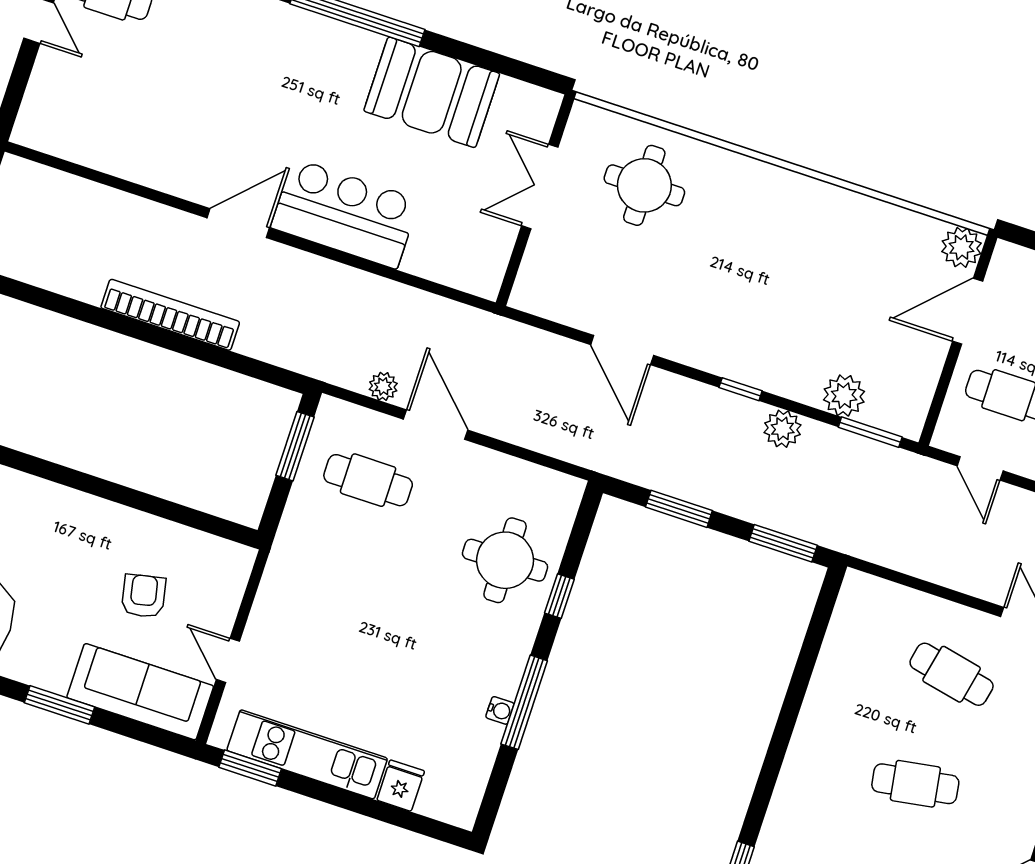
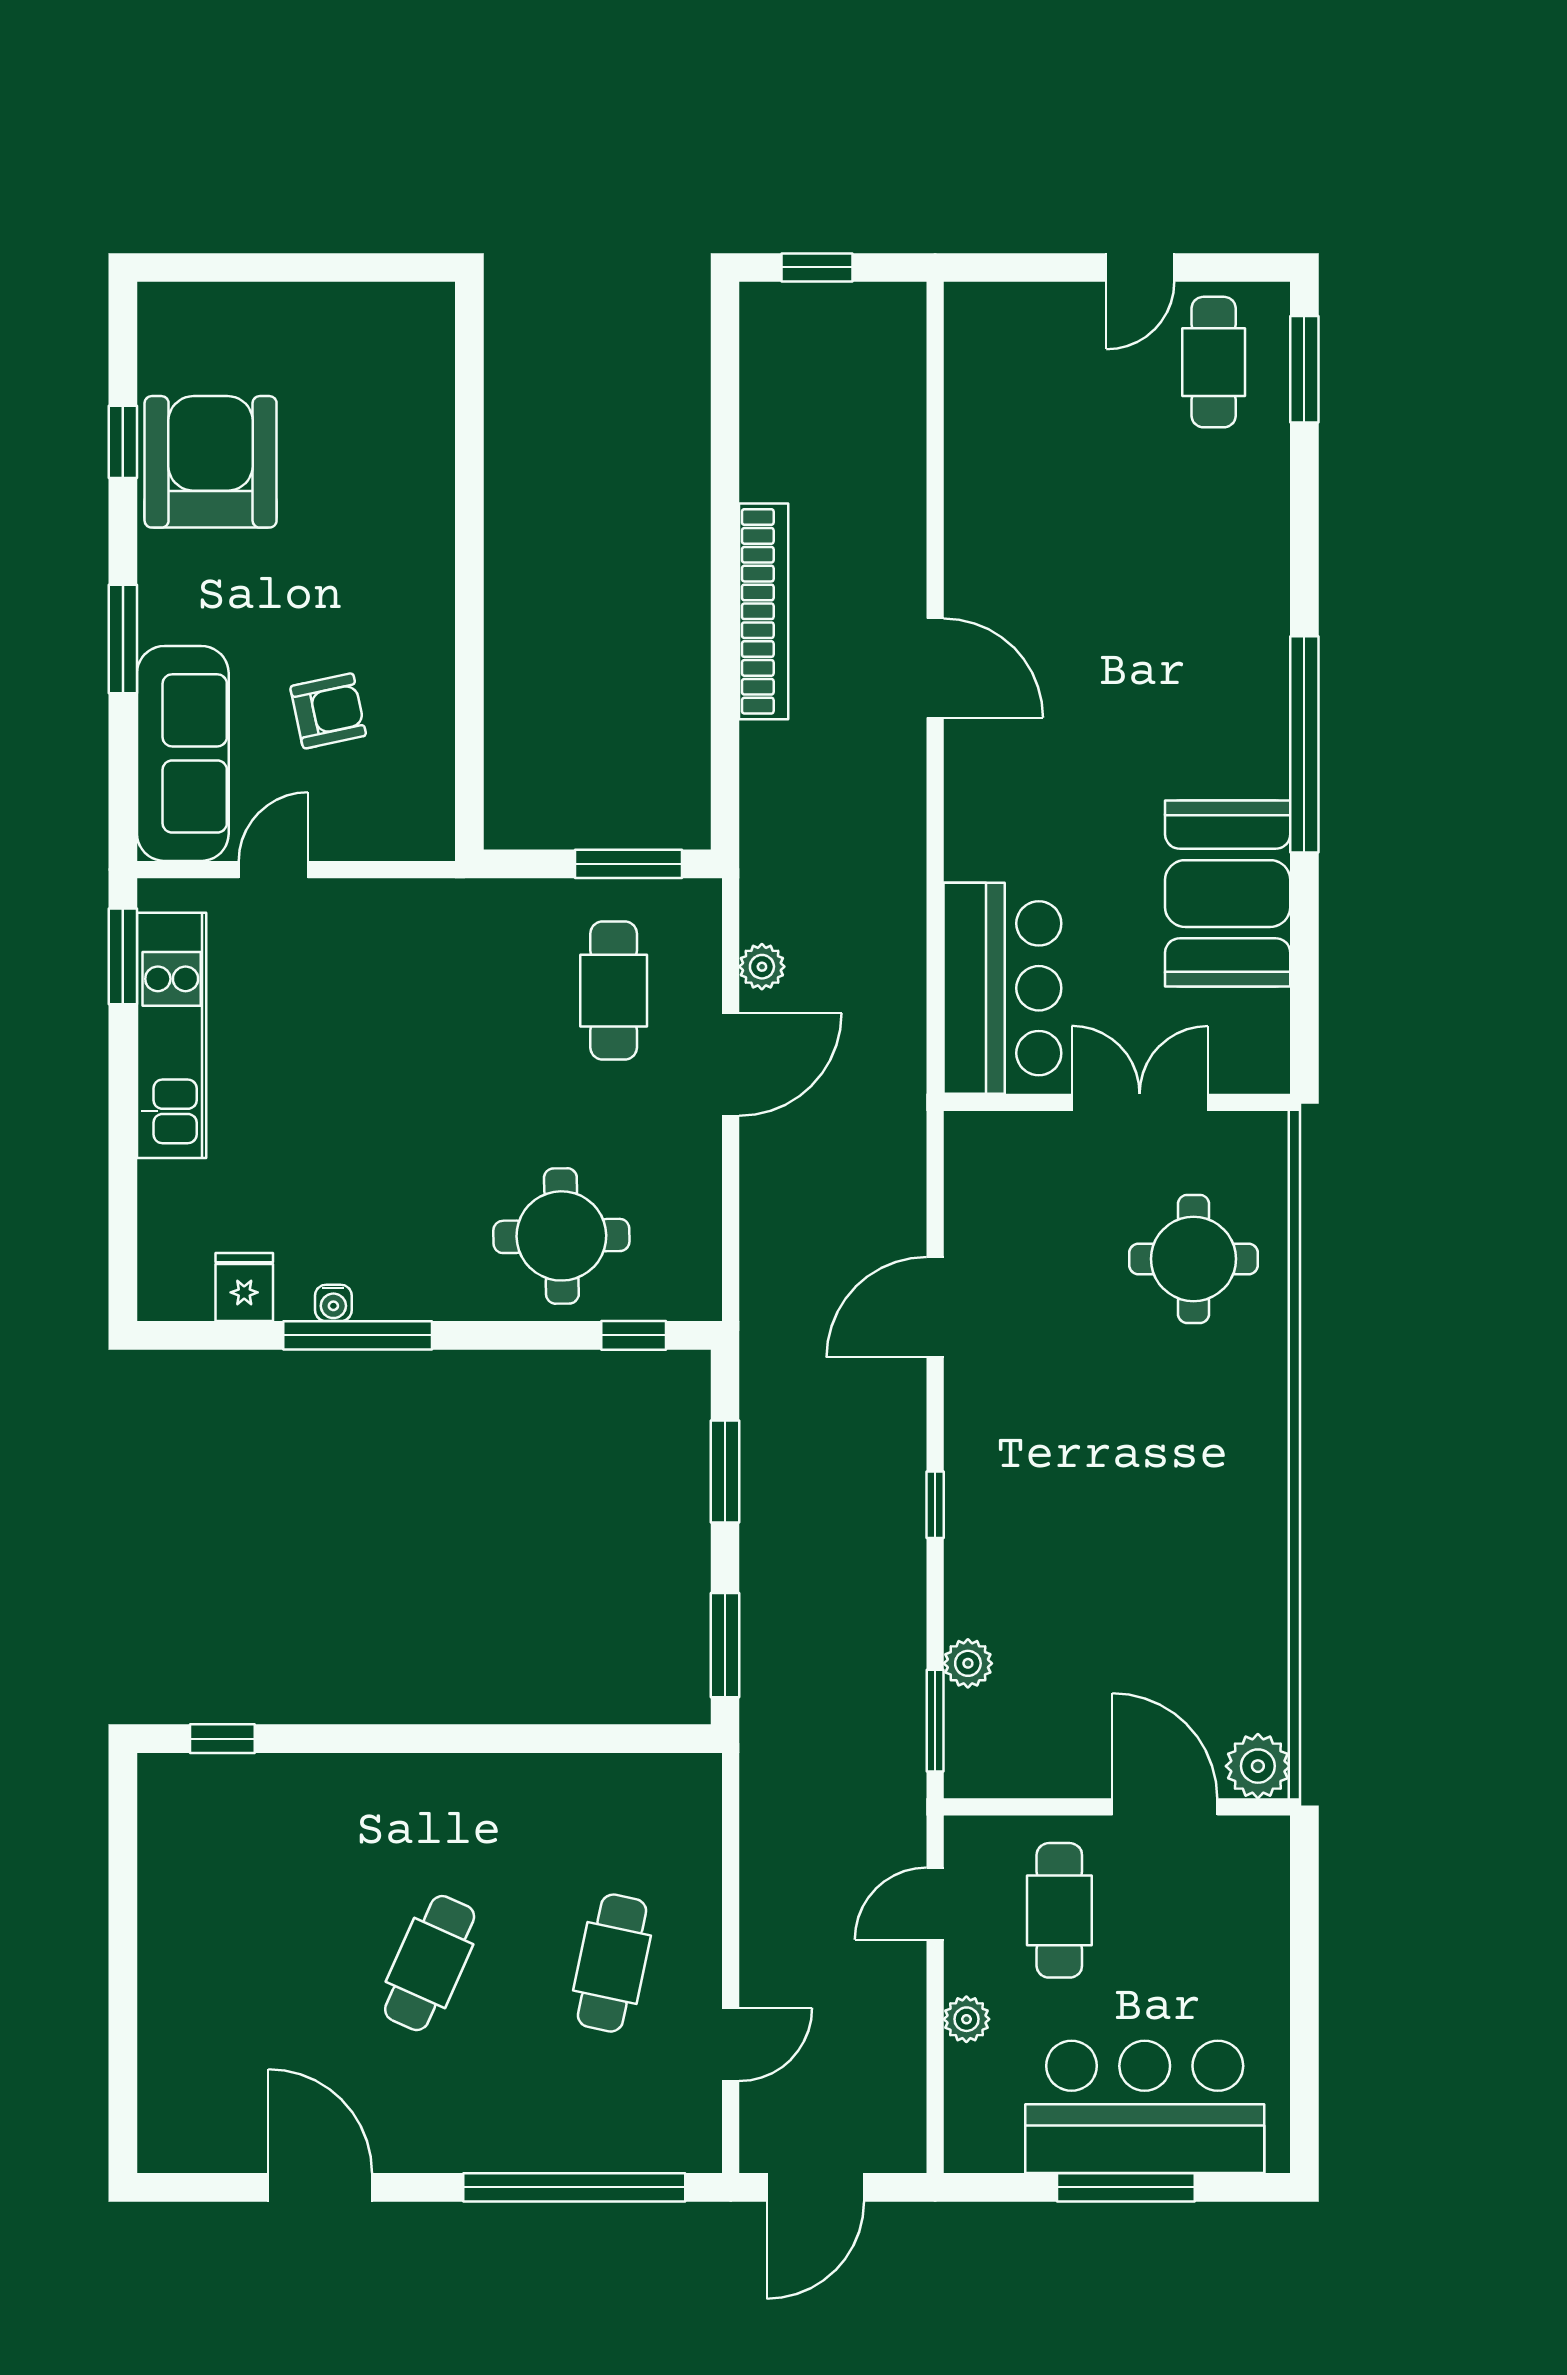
bar counter: (345, 214) -> (1002, 988), moved
plant: (844, 396) -> (968, 1663), width x0.73, depth x0.73
plant: (783, 429) -> (897, 1587), removed
window: (559, 596) -> (634, 1335), moved
cafe table: (915, 784) -> (430, 1963), turned 33
fridge: (401, 786) -> (244, 1287), moved, turned -90

